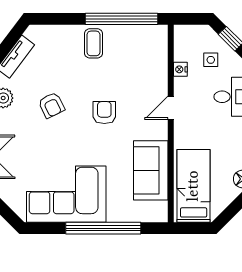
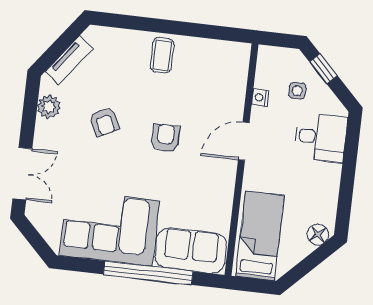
window: (122, 19) -> (198, 30), removed
door: (171, 108) -> (244, 141), width x1.37
sofa: (151, 170) -> (191, 251), moved, turned 90

